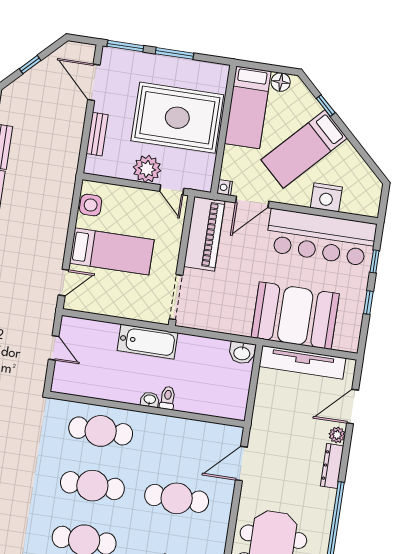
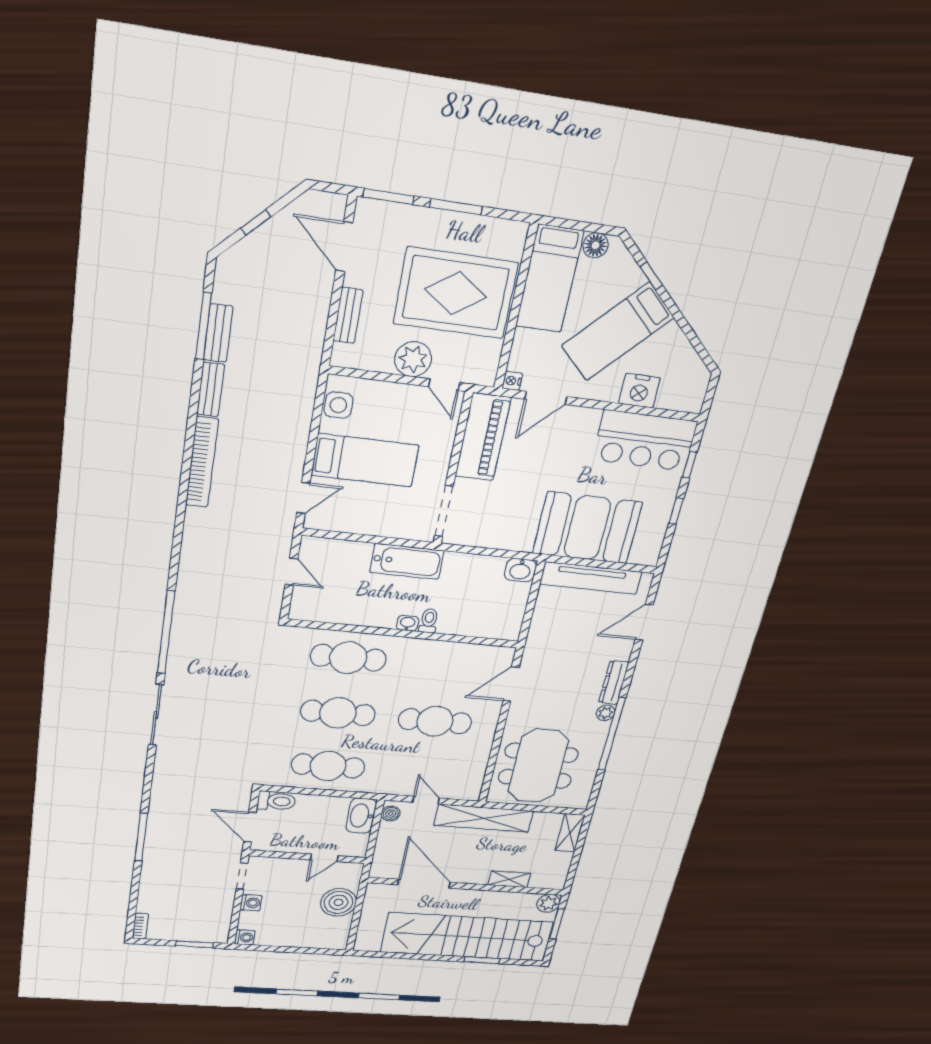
bar counter: (321, 237) -> (645, 441), width x0.73
plant: (337, 435) -> (606, 713), moved

